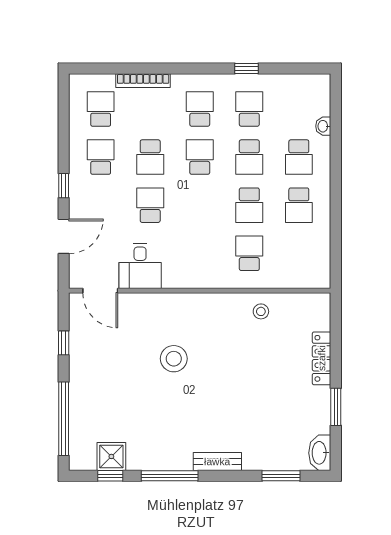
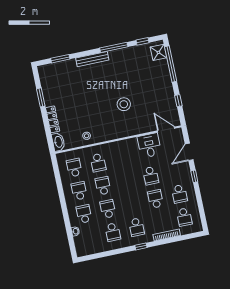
window: (247, 69) -> (141, 246), moved
school desk: (200, 157) -> (74, 168), moved, turned 180
washbasin: (320, 453) -> (58, 142), moved
shower: (111, 456) -> (158, 52), moved
bench: (217, 462) -> (92, 59), width x1.36

